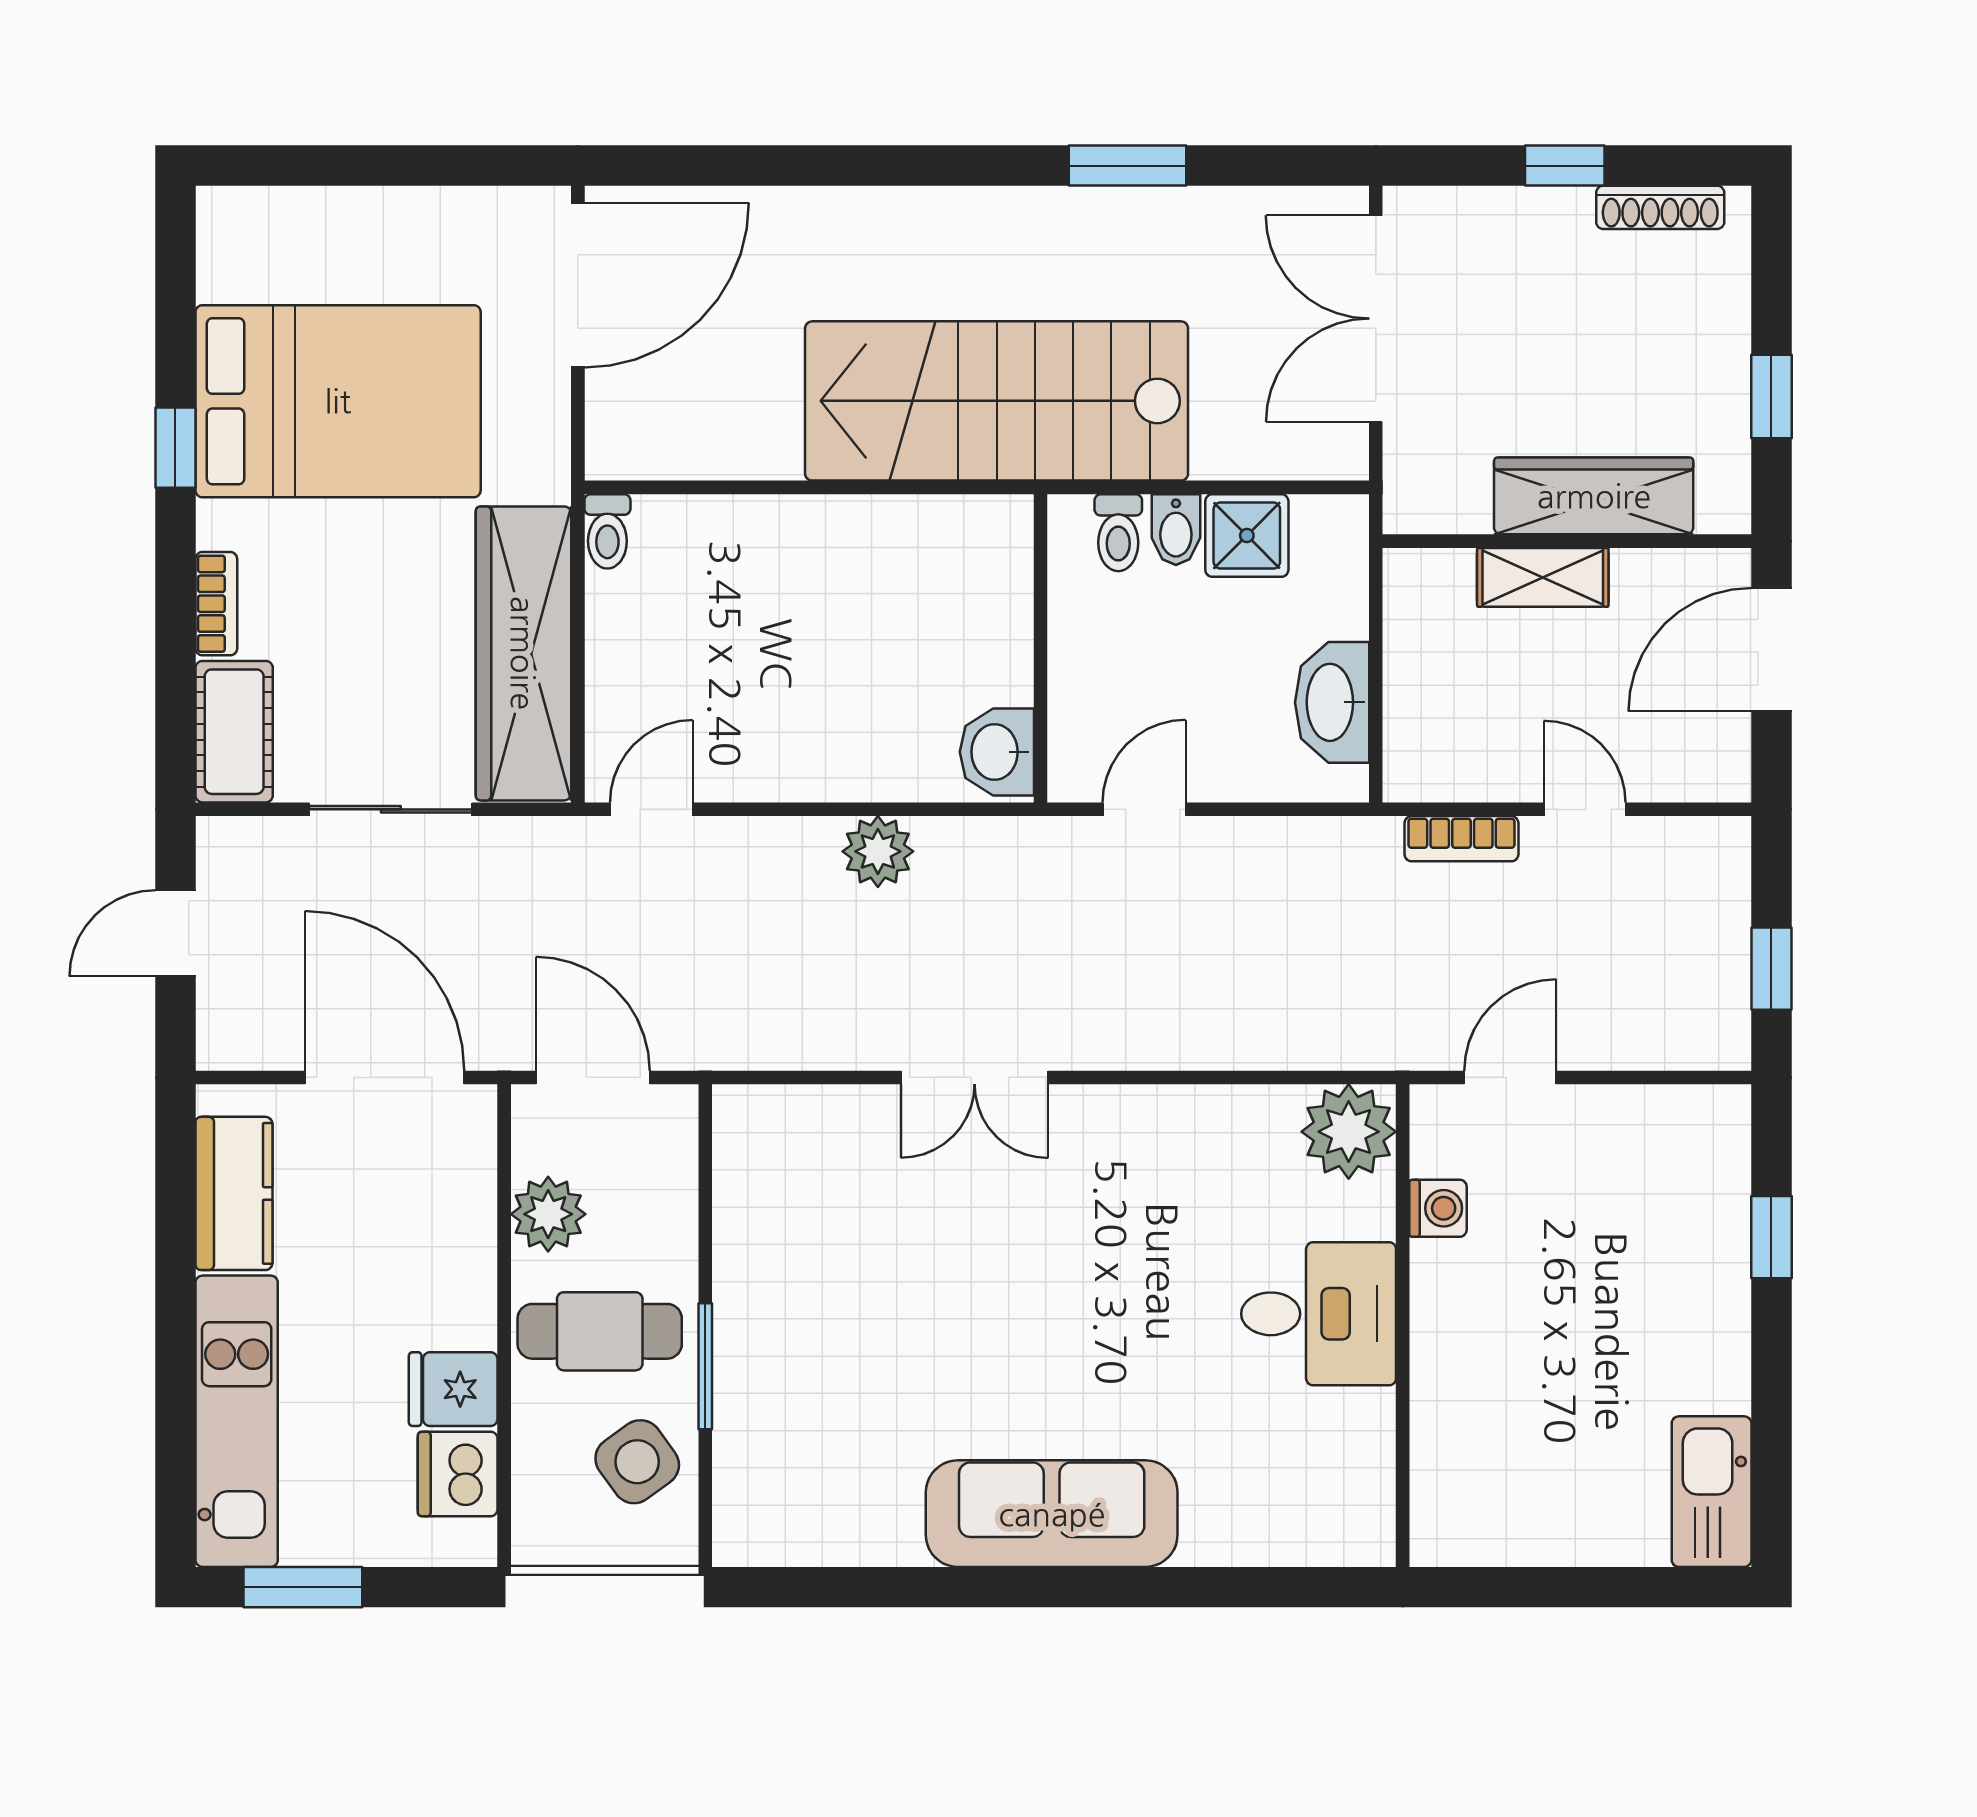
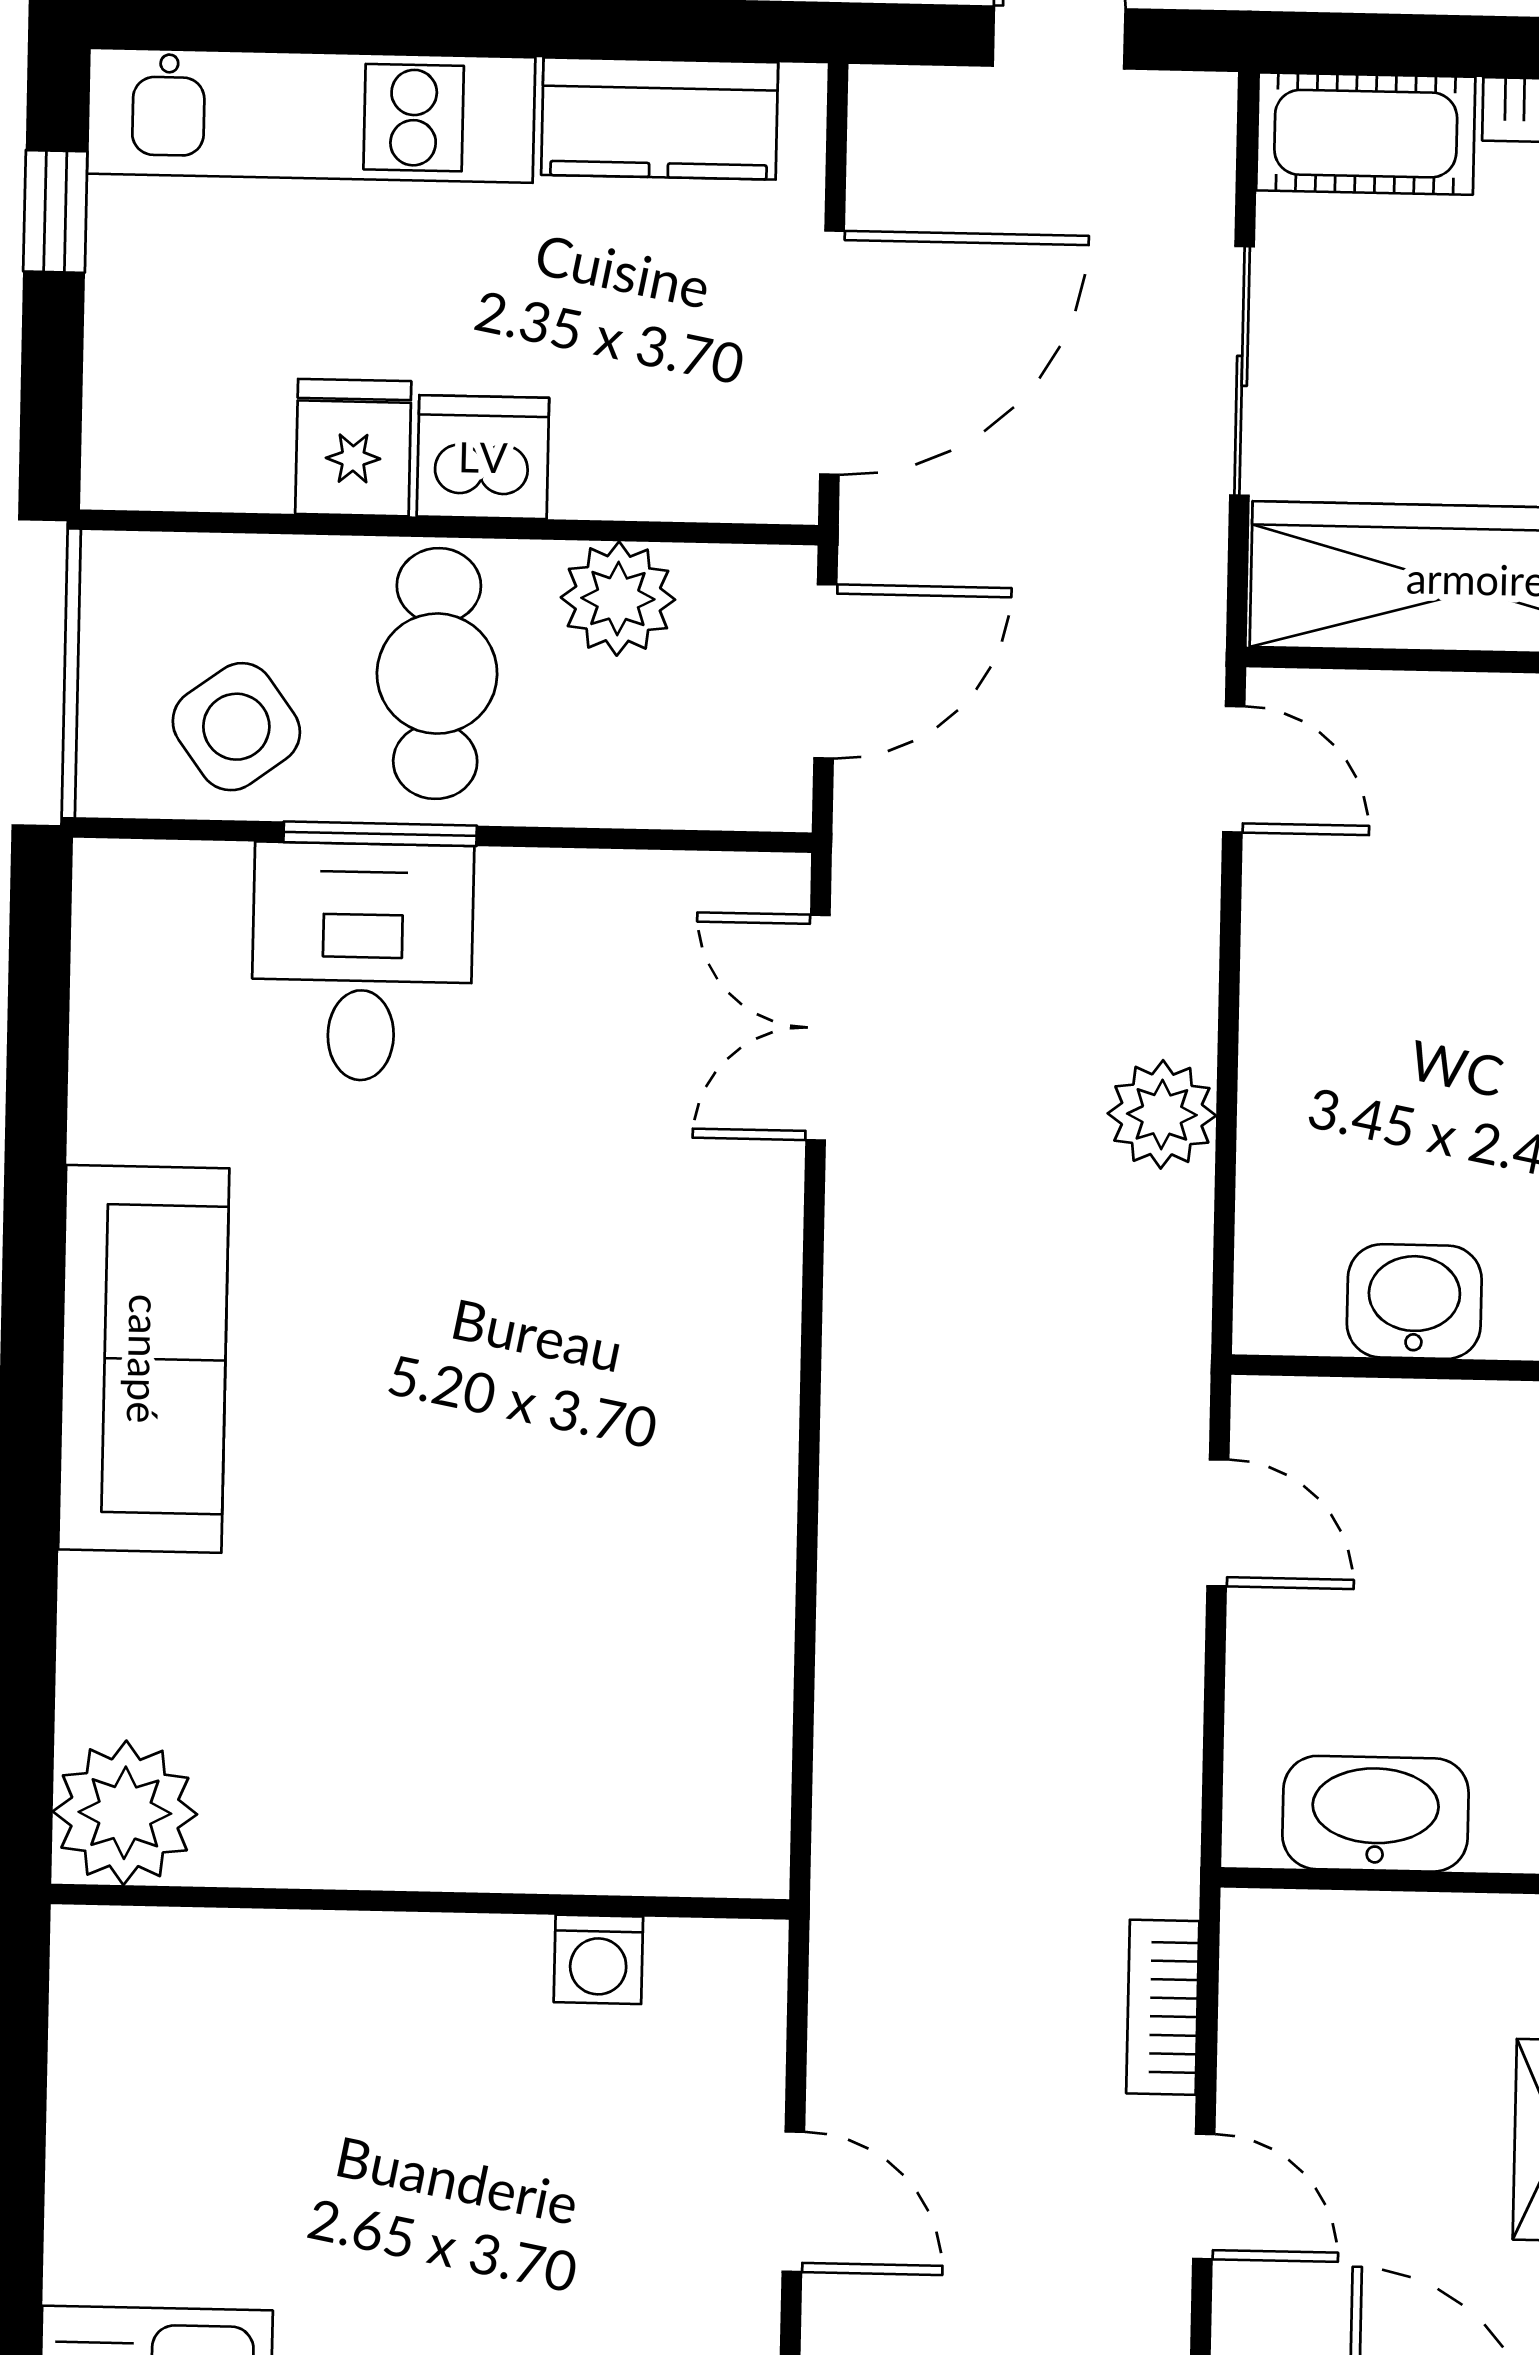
washbasin: (997, 752) -> (1414, 1302), moved
door: (1585, 809) -> (1204, 2196), hinge flipped
double door: (974, 1077) -> (818, 1028), moved
door: (1510, 1077) -> (793, 2202), moved
plant: (1349, 1132) -> (125, 1813), moved
desk: (1319, 1314) -> (362, 962), moved, turned 180
dishwasher: (458, 1474) -> (483, 457), moved
window: (303, 1587) -> (55, 211), width x0.67

